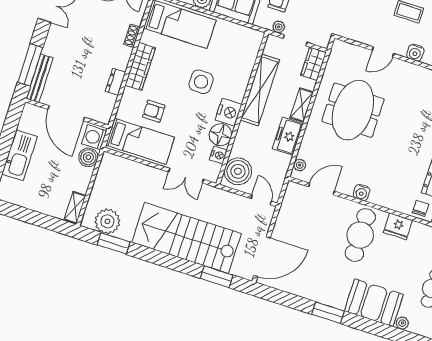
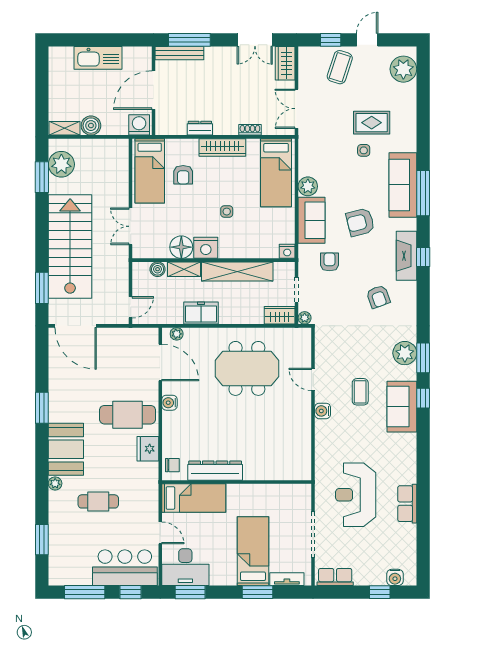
plant: (279, 27) -> (305, 318), moved
side table: (201, 82) -> (227, 212), width x0.54, depth x0.54
shelving: (302, 105) -> (184, 269), moved
armchair: (154, 111) -> (183, 175), turned 180
nightstand: (218, 155) -> (287, 251), moved
boiler: (88, 157) -> (91, 126), moved
boiler: (238, 171) -> (158, 269), width x0.54, depth x0.54
door: (321, 189) -> (160, 362), width x1.36

